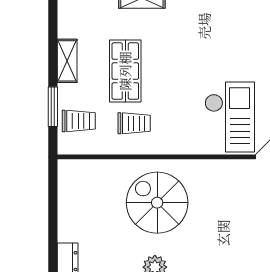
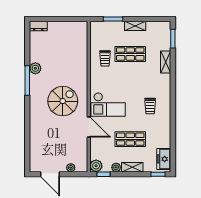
trolley: (79, 121) -> (150, 106), moved
spiral stairs: (157, 203) -> (63, 101), moved

